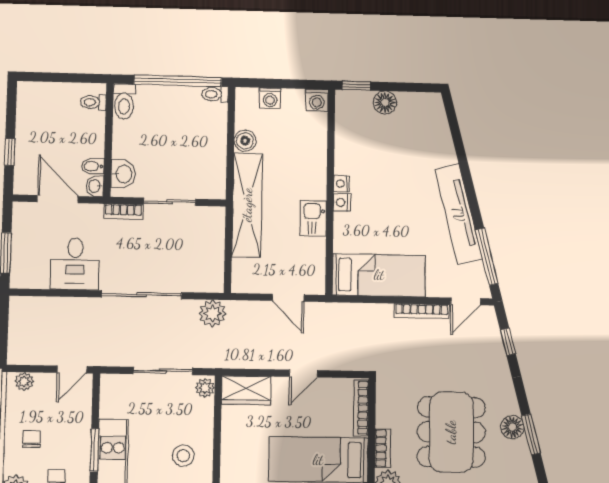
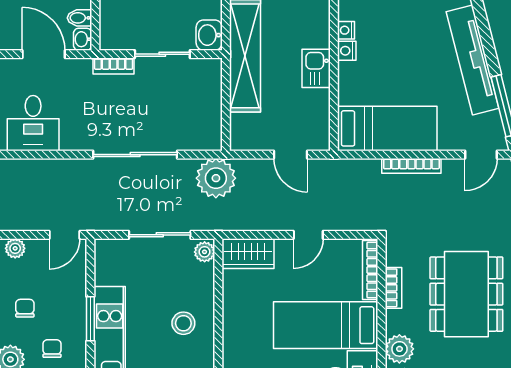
washbasin: (123, 174) -> (209, 35), moved, turned 180
desk: (75, 264) -> (33, 123), moved
bookcase: (422, 311) -> (411, 166), moved
plant: (213, 313) -> (216, 178), width x1.36, depth x1.36
bookcase: (383, 448) -> (393, 288), moved

